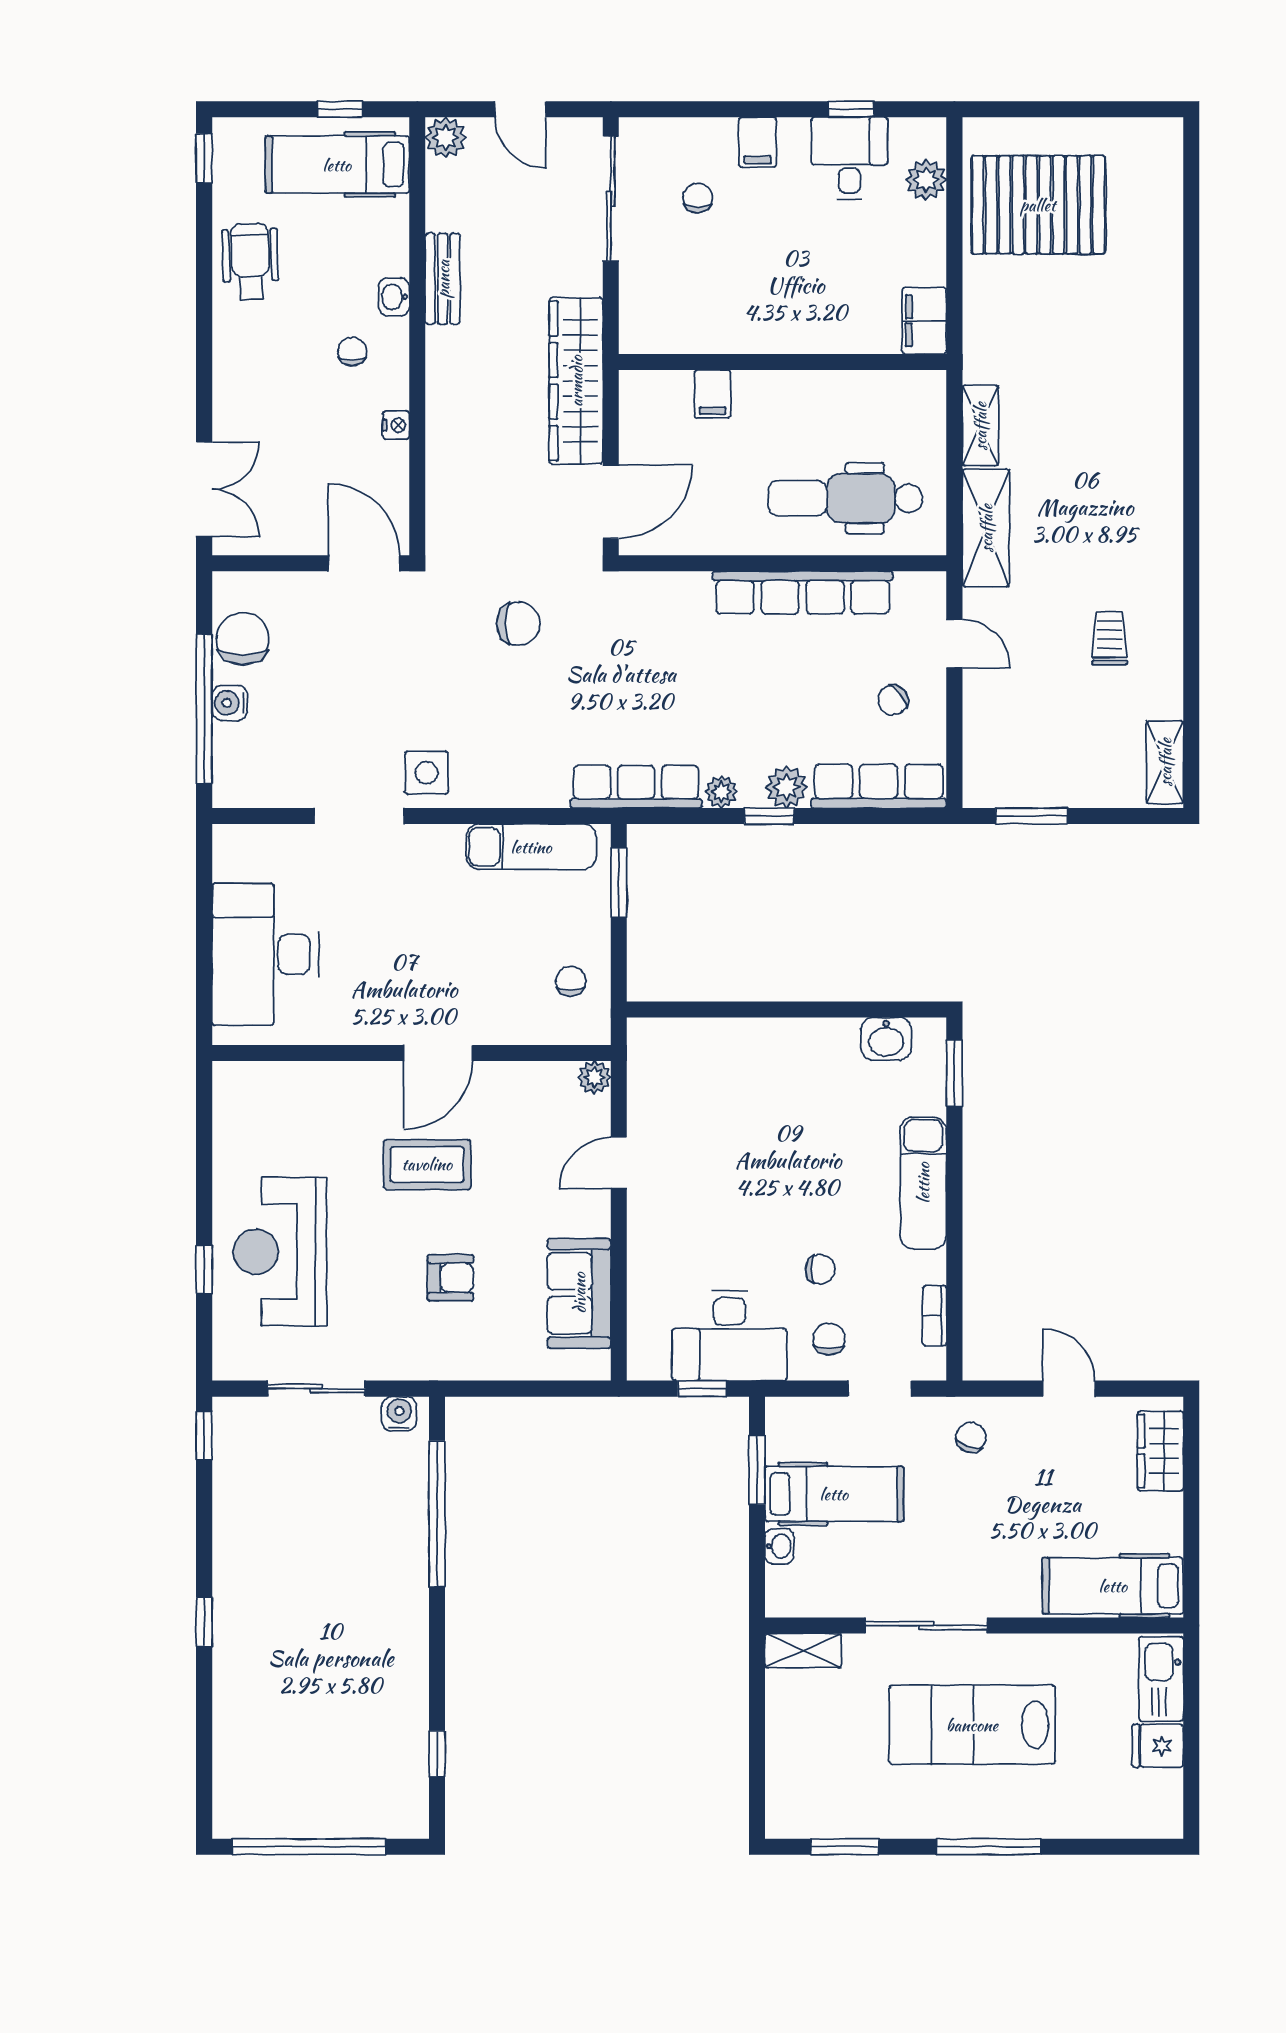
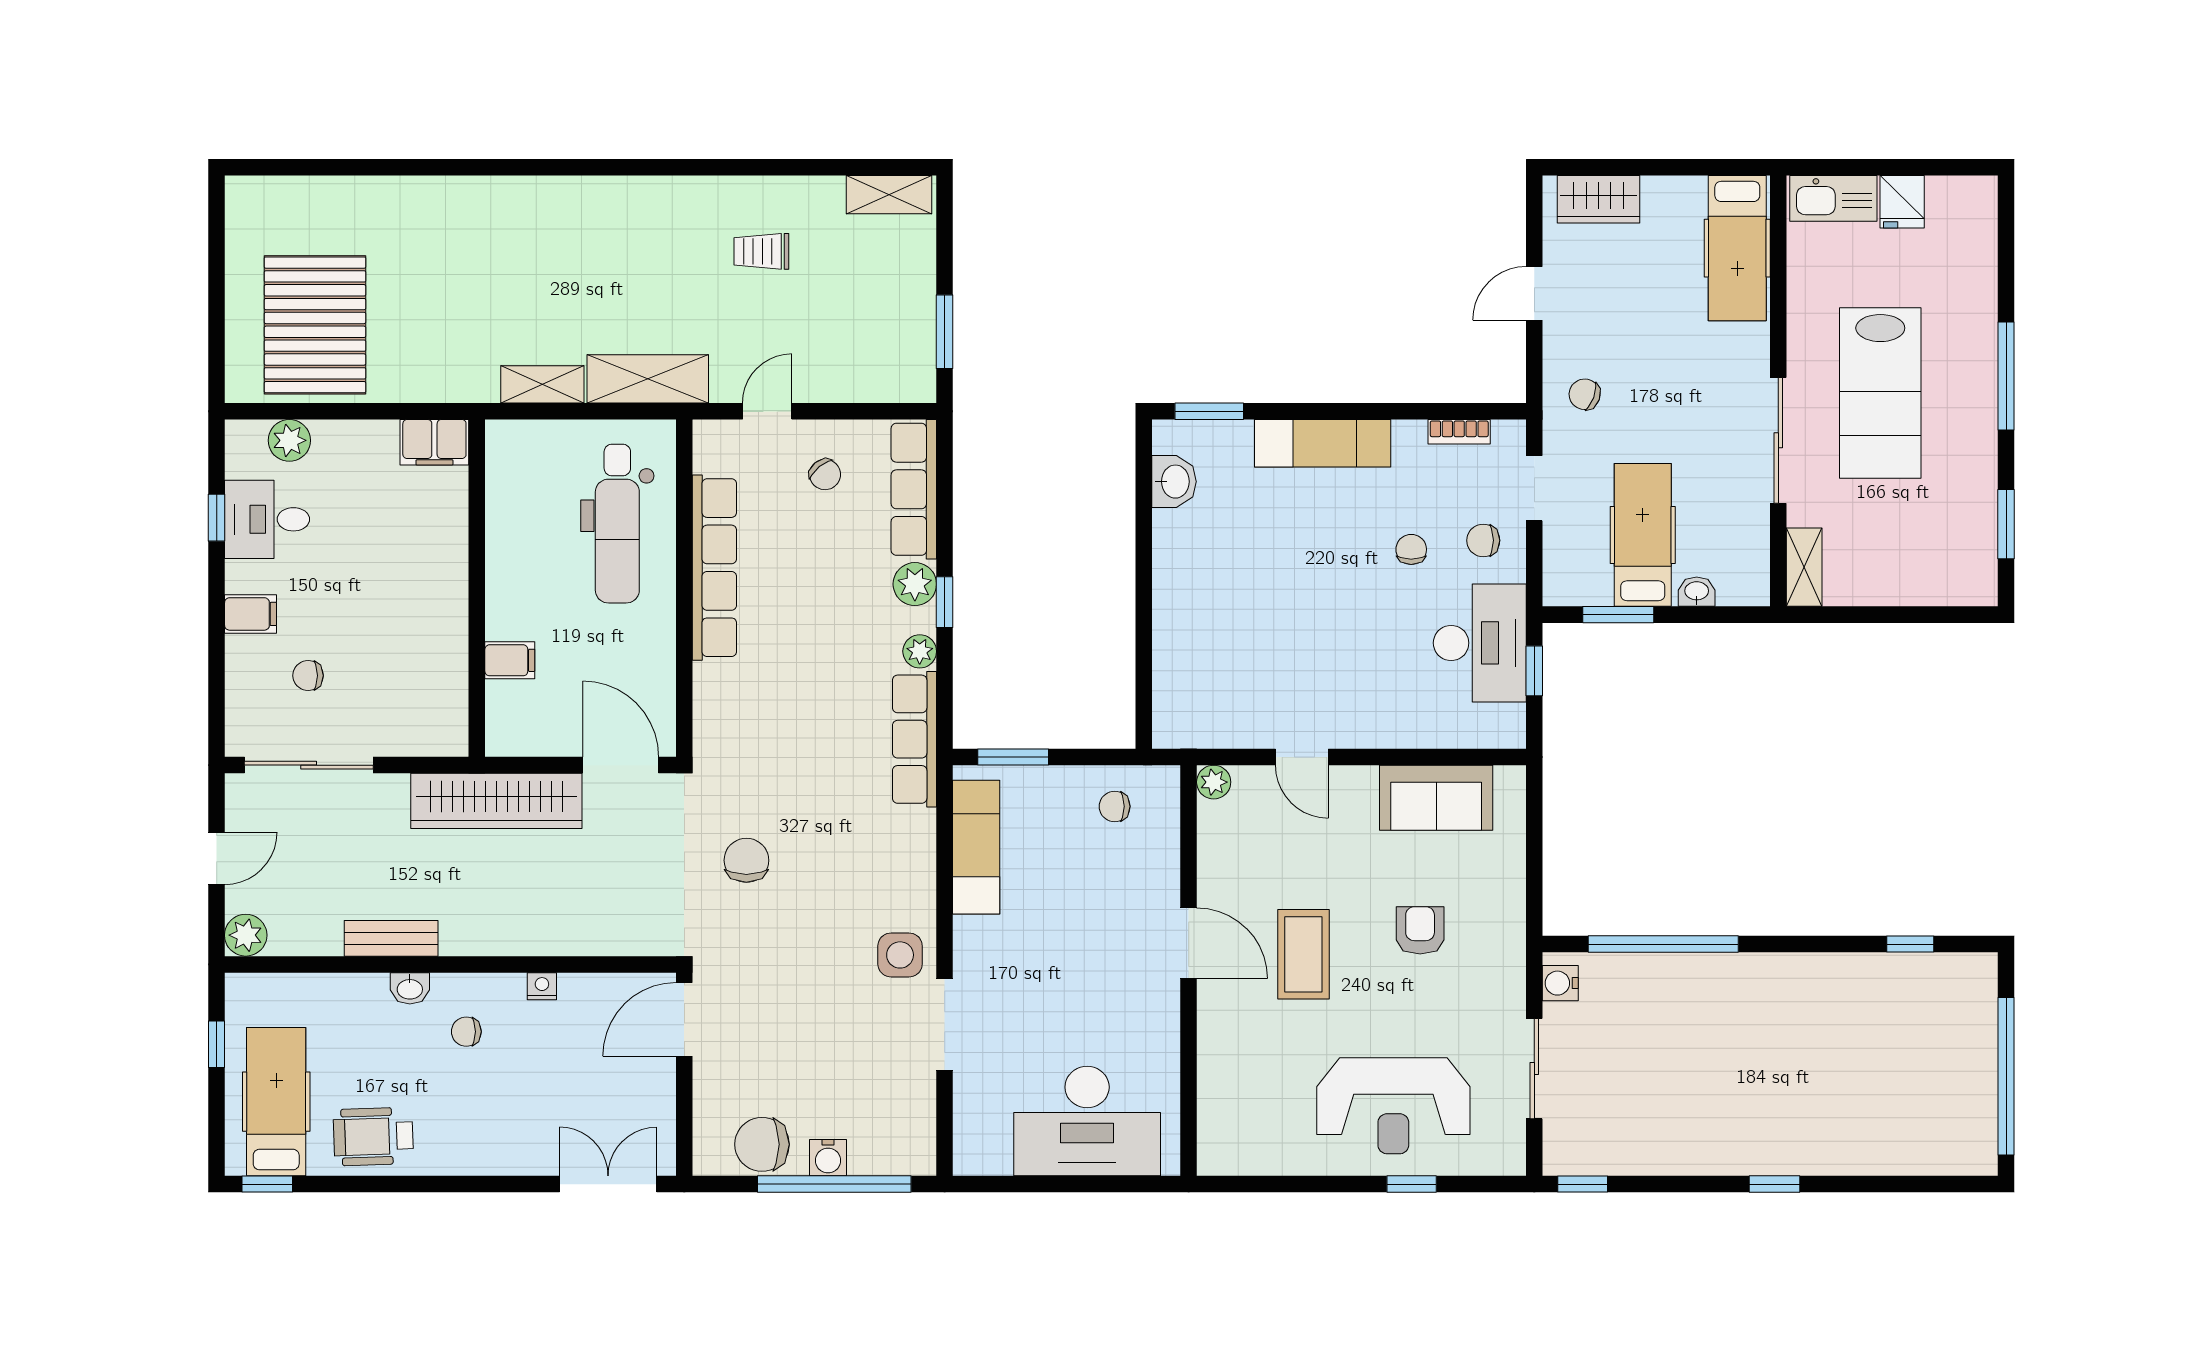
hospital bed: (337, 165) -> (276, 1102), moved, turned 180

